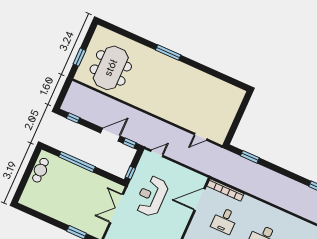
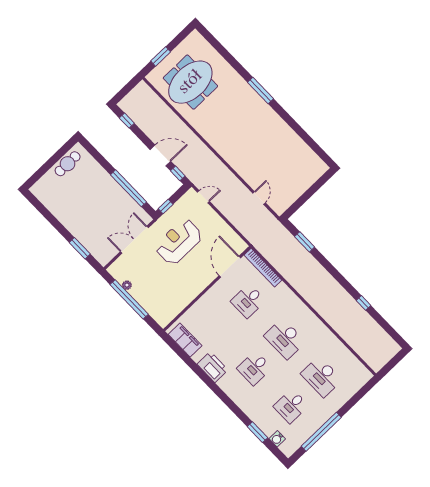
door: (201, 137) -> (259, 198), swing flipped
window: (77, 162) -> (129, 188), moved
door: (199, 200) -> (230, 267), hinge flipped

